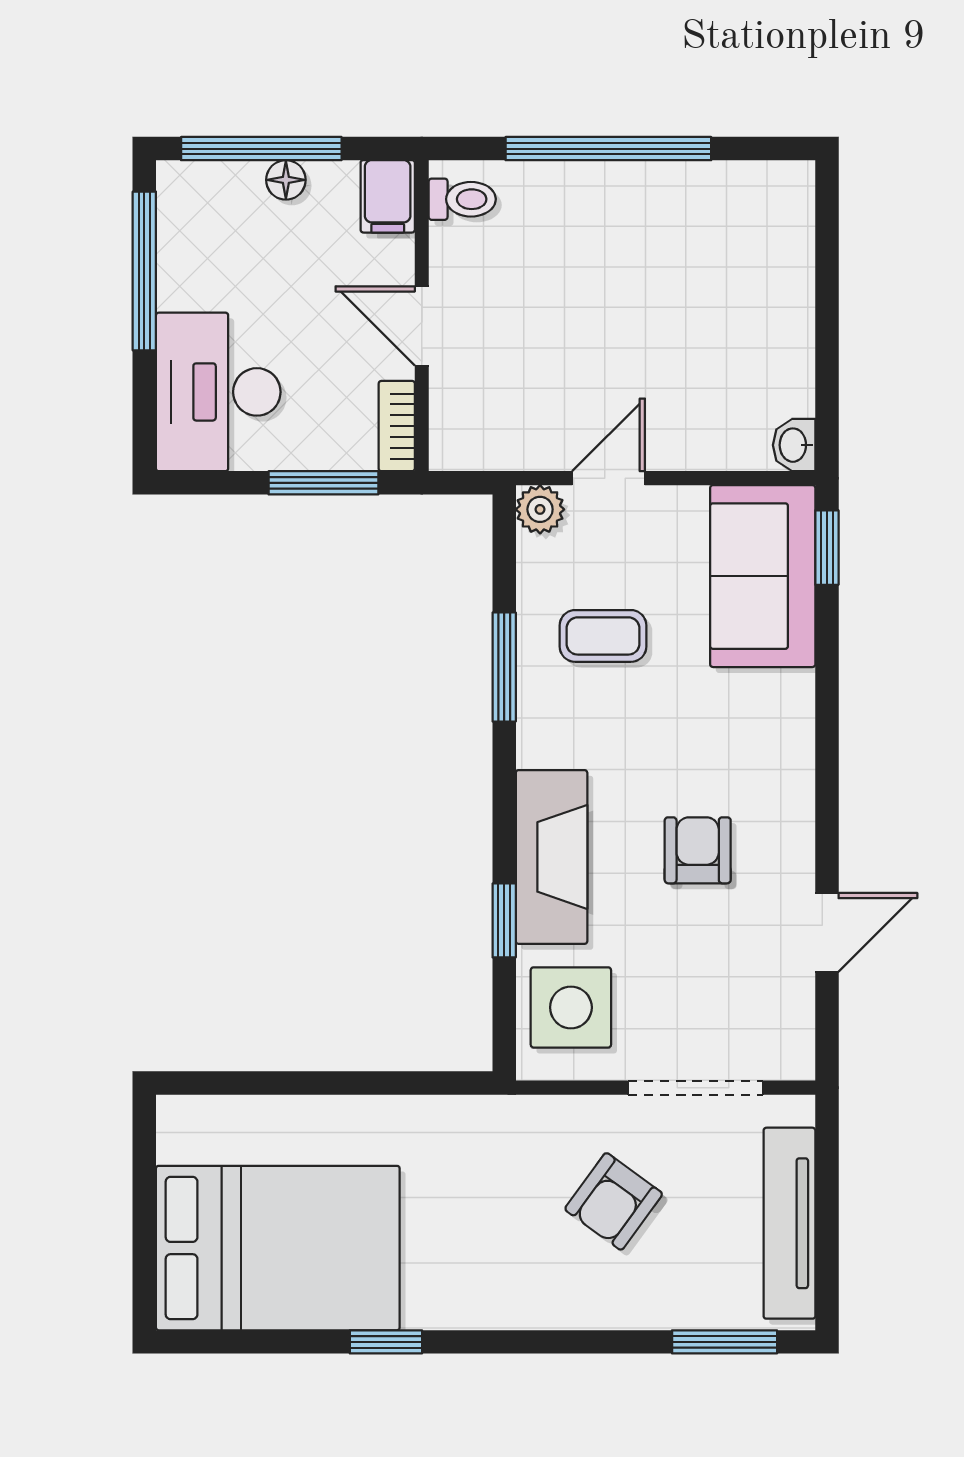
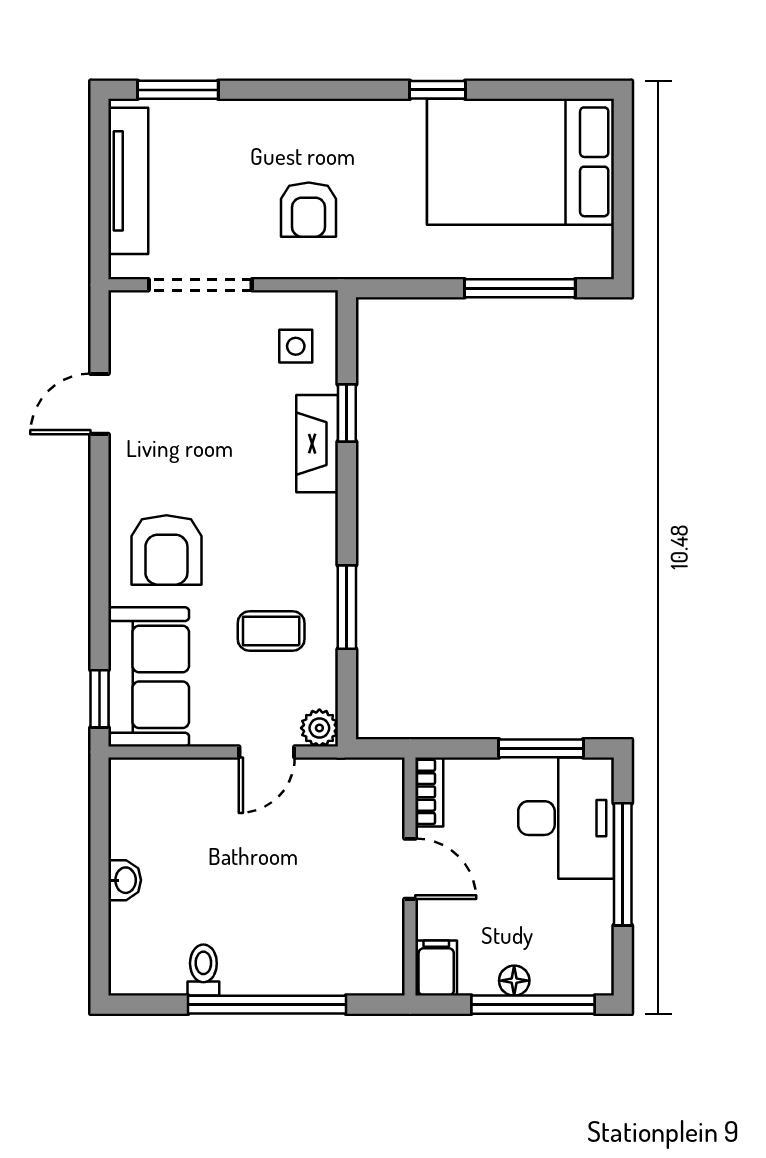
toilet: (462, 199) -> (203, 970), moved, turned 90
window: (144, 271) -> (623, 864), moved
washbasin: (794, 445) -> (125, 880), moved
window: (323, 483) -> (541, 748), moved
armchair: (698, 850) -> (166, 550), moved, width x1.38, depth x1.38
fireplace: (552, 857) -> (317, 444), width x0.73, depth x0.76
side table: (571, 1007) -> (296, 346), width x0.54, depth x0.54
window: (279, 1083) -> (520, 288), added
armchair: (614, 1201) -> (309, 210), moved, turned 144

